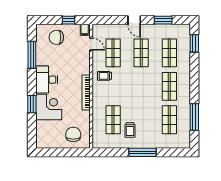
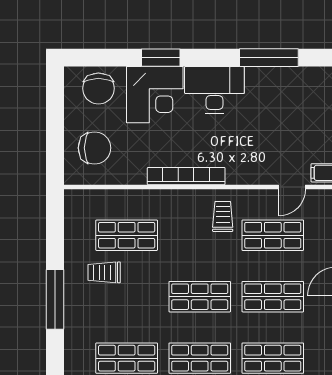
chair: (56, 37) -> (98, 88), moved, turned 180
shop shelf: (141, 86) -> (200, 297), added

